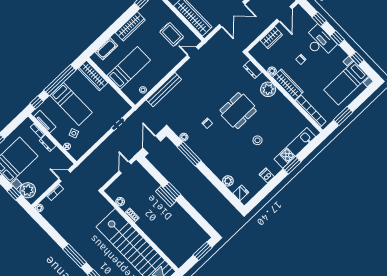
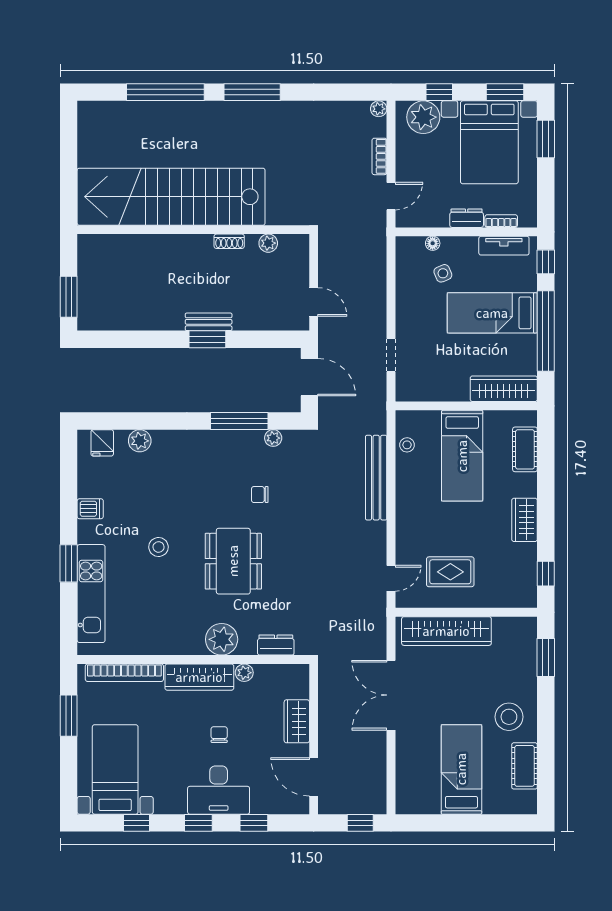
wardrobe: (130, 26) -> (525, 520), width x0.67

